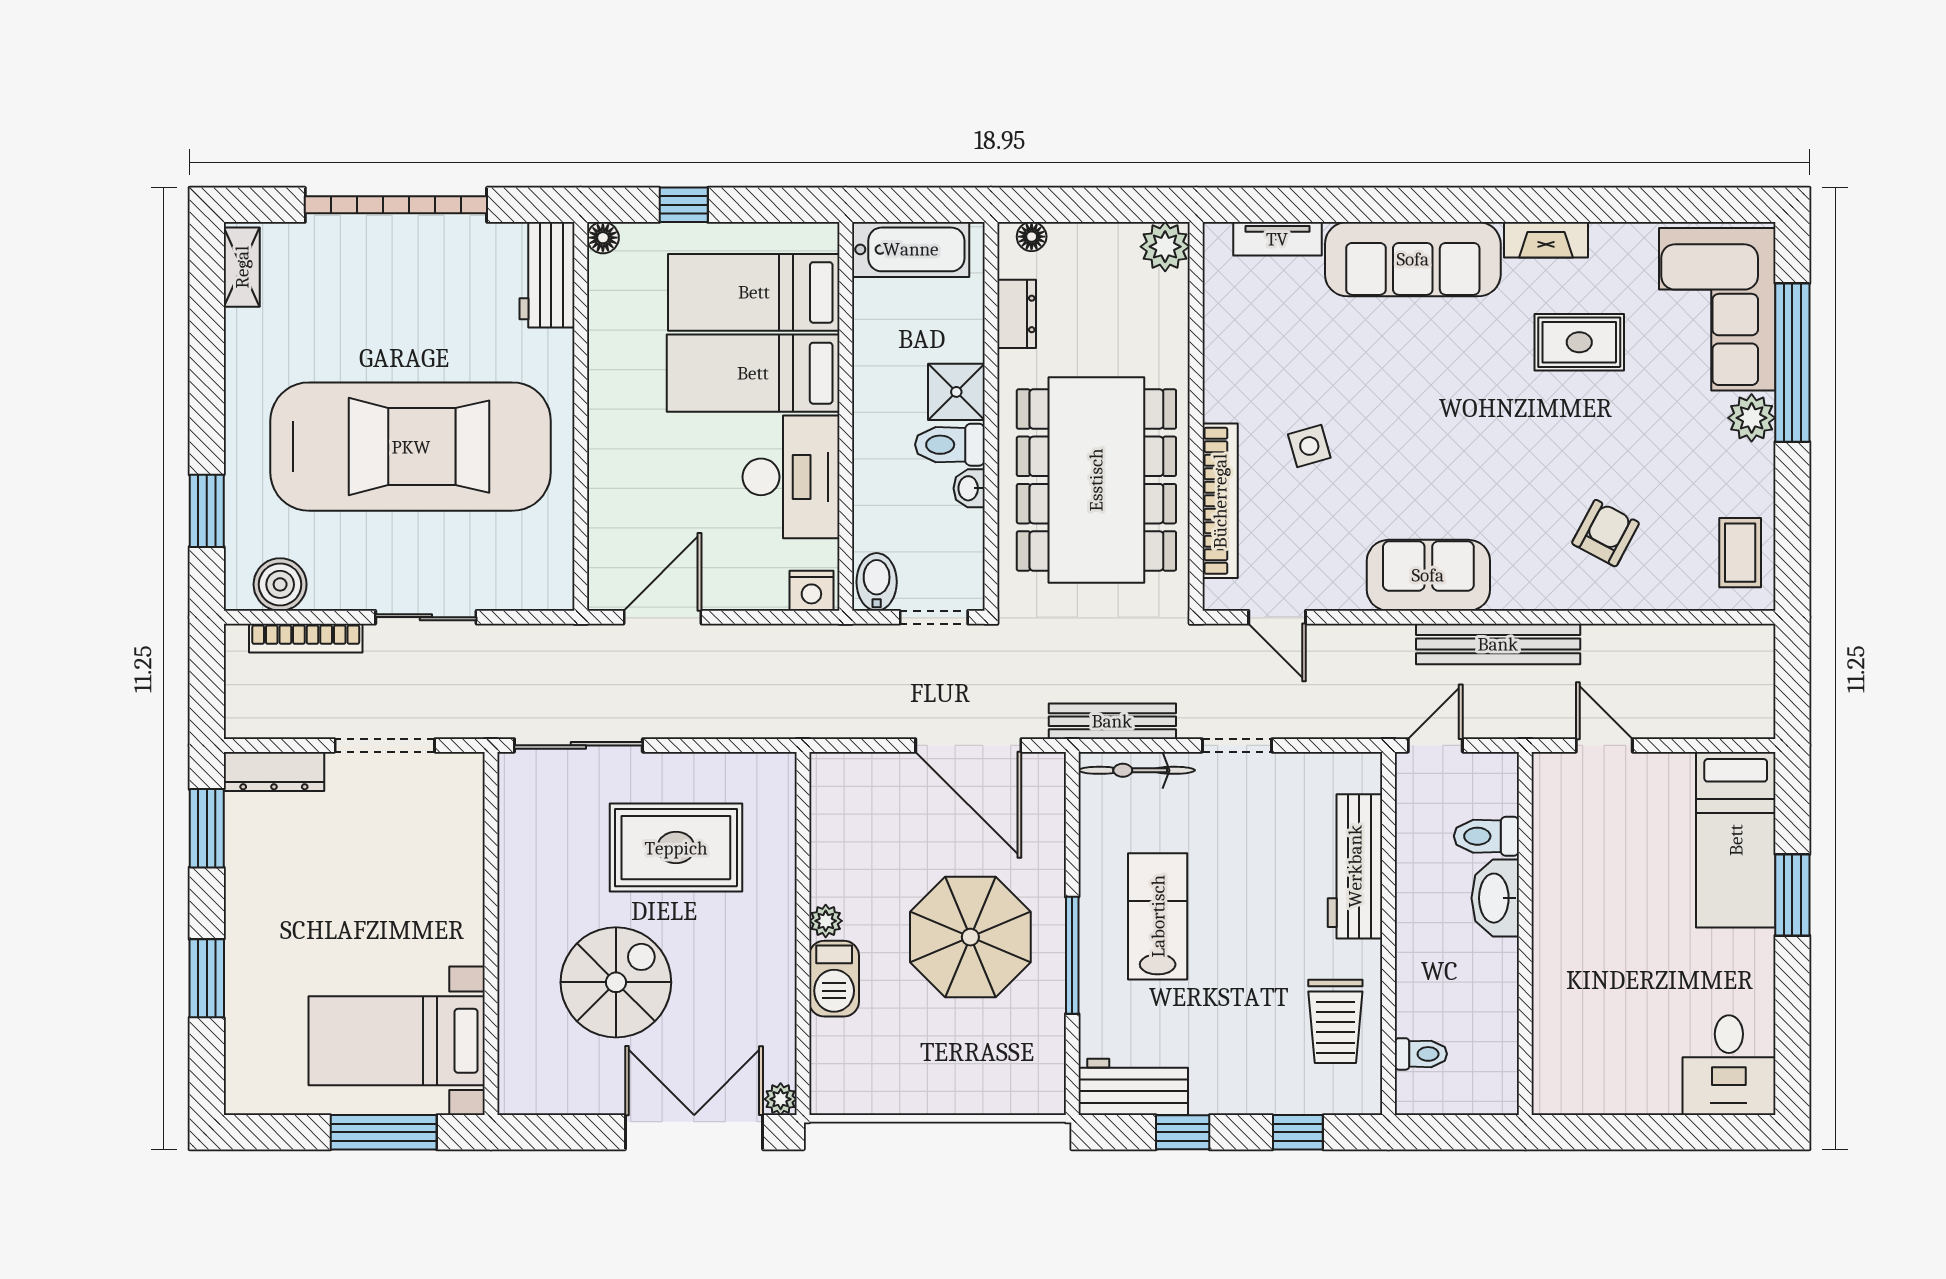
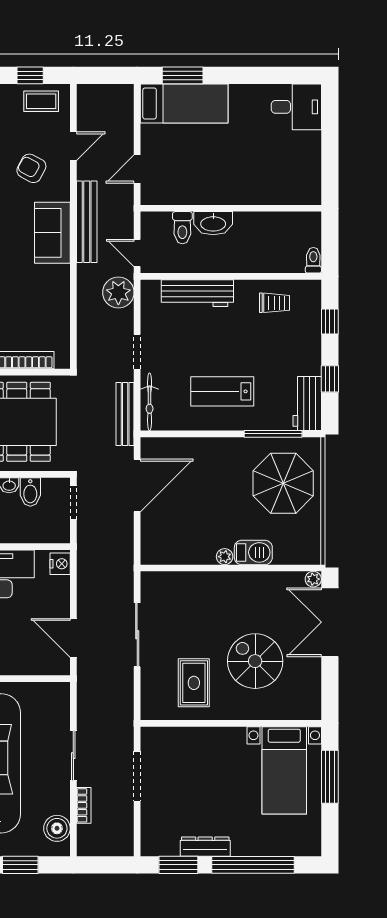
window: (1792, 530) -> (30, 75), added
sofa: (1428, 575) -> (52, 233), moved
bidet: (877, 582) -> (30, 492), moved, turned -90
door: (1277, 617) -> (73, 146), moved
bookcase: (306, 638) -> (84, 805), width x0.64
plant: (1356, 708) -> (118, 293), added
sliding door: (578, 745) -> (137, 635), moved
dresser: (274, 771) -> (205, 847), moved, turned -90
rug: (676, 848) -> (194, 683), moved, width x0.73, depth x0.70
window: (1792, 895) -> (183, 75), moved
parasol: (970, 937) -> (283, 483), moved
window: (1072, 955) -> (273, 434), moved
window: (207, 978) -> (253, 865), width x2.11
trolley: (1335, 1021) -> (275, 303), width x0.73, depth x0.72
toilet: (1421, 1054) -> (313, 260), moved

